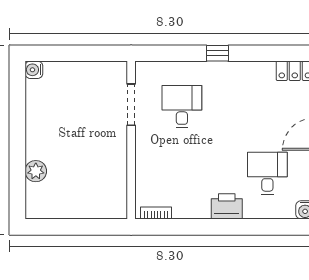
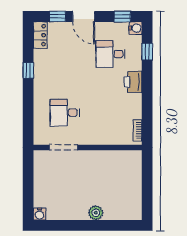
window: (217, 53) -> (28, 71), moved
plant: (36, 171) -> (96, 213), moved
window: (271, 227) -> (147, 52), added

